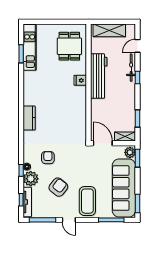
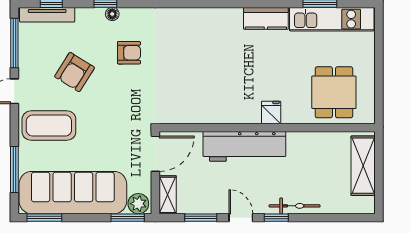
dining table: (69, 46) -> (334, 92), turned 90
door: (137, 46) -> (241, 218), moved
workbench: (99, 76) -> (244, 146), moved
kitchen counter: (29, 118) -> (266, 18), moved
plant: (31, 179) -> (90, 21), removed
armchair: (58, 187) -> (75, 72), turned 84

